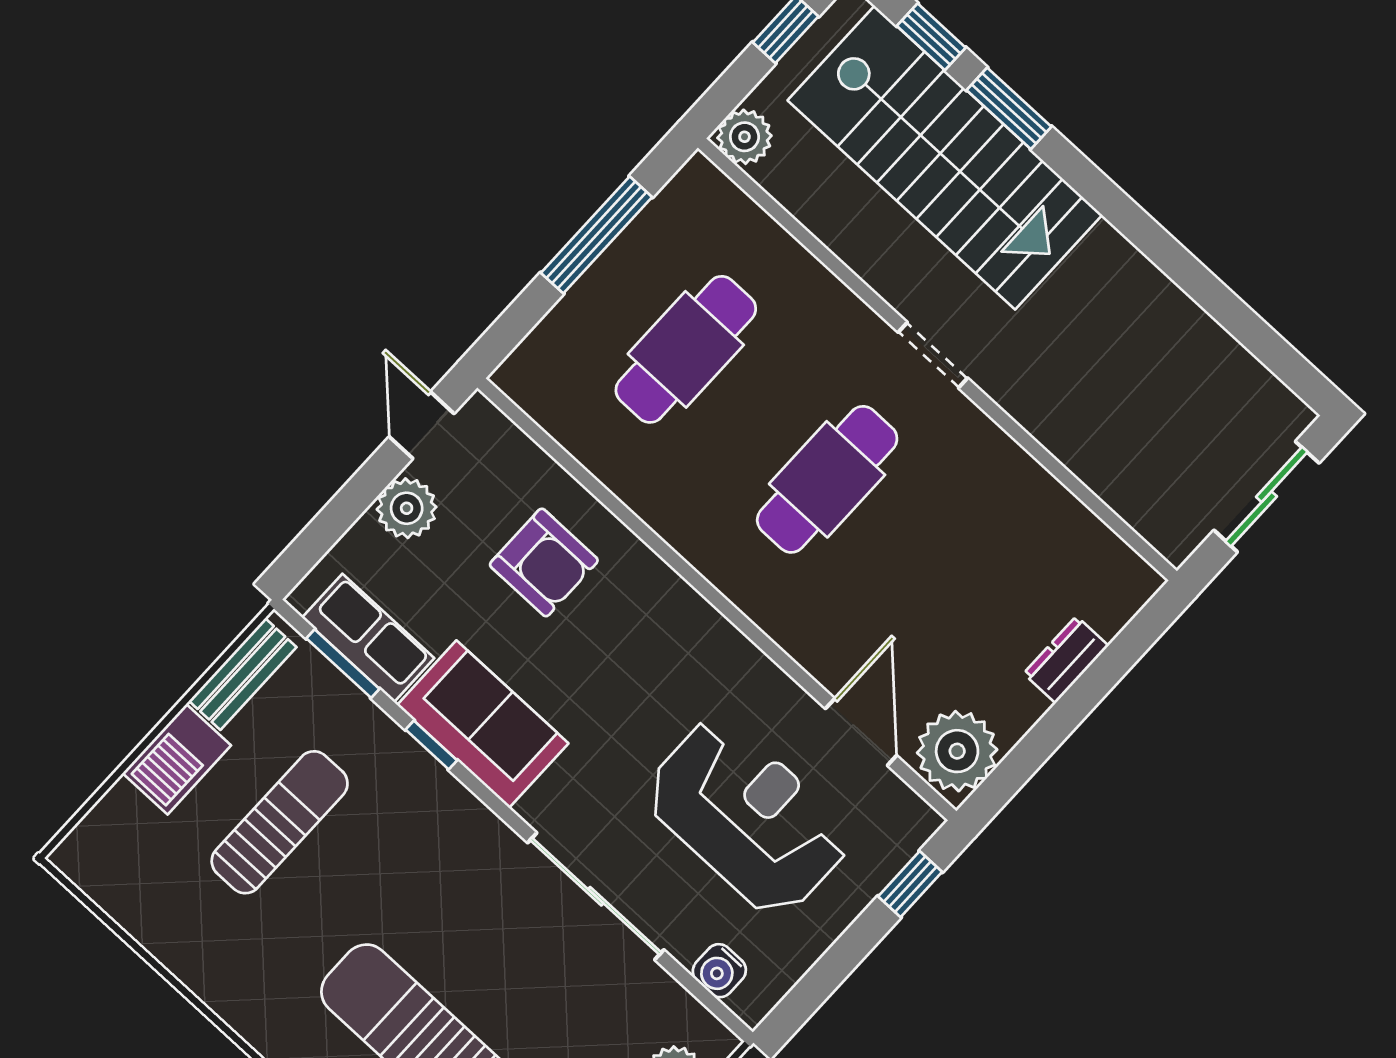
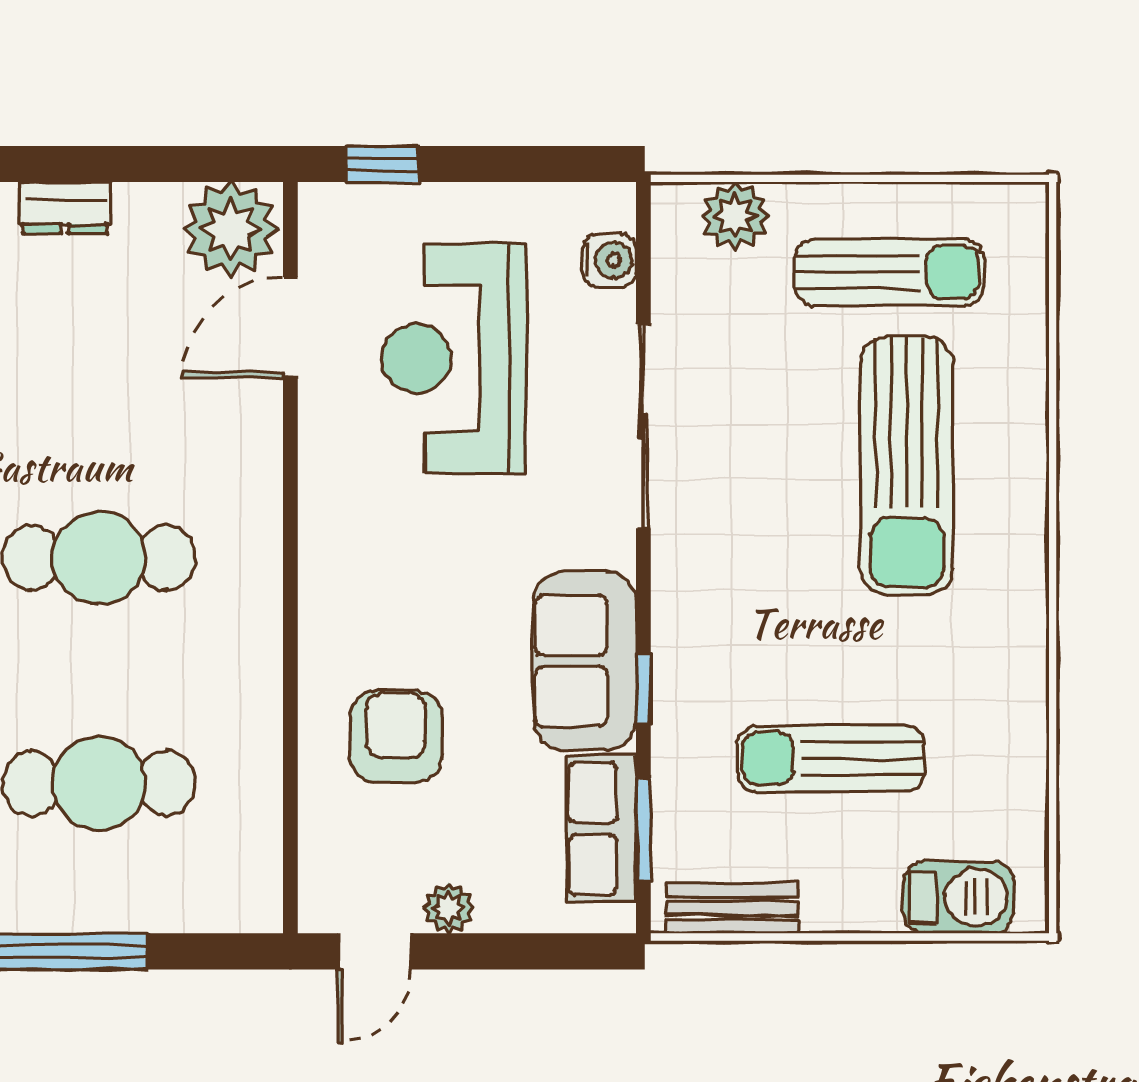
plant: (407, 508) -> (449, 908), width x0.73, depth x0.73
barbecue: (177, 759) -> (958, 897), moved

